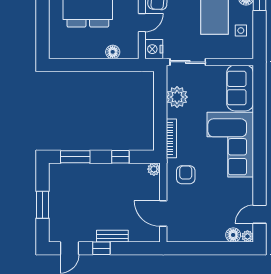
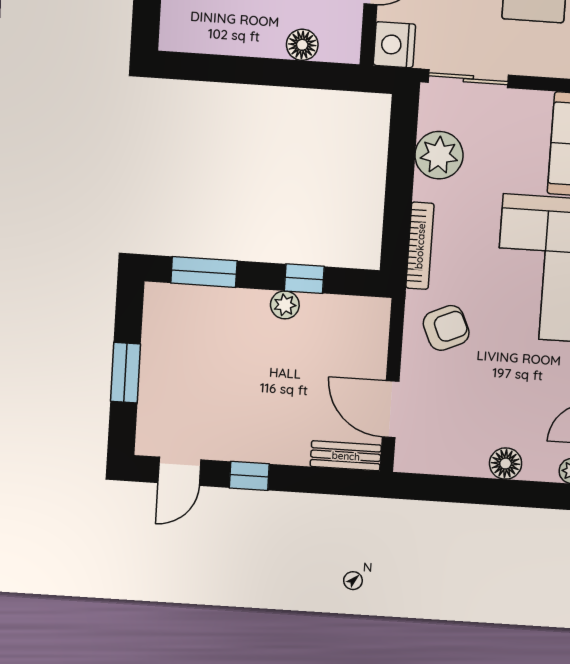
plant: (154, 169) -> (285, 305), moved
armchair: (186, 175) -> (446, 328), turned 66
floor lamp: (233, 235) -> (506, 464), moved
bench: (112, 236) -> (346, 456), moved

